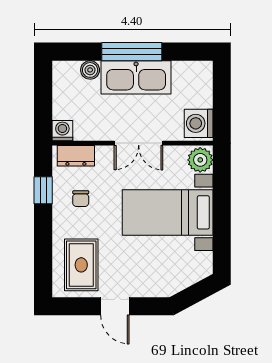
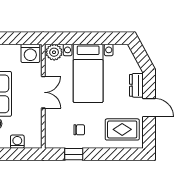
washing machine: (62, 131) -> (17, 142), moved, turned 90
dresser: (76, 156) -> (136, 85), moved, turned 180
door: (115, 306) -> (149, 108), hinge flipped

